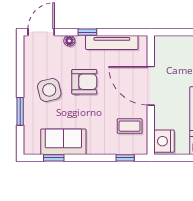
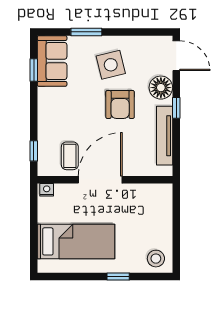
floor lamp: (69, 41) -> (161, 88), width x1.89, depth x1.89
door: (151, 86) -> (100, 180), moved
nightstand: (164, 141) -> (47, 190), width x0.53, depth x0.56
sofa: (63, 142) -> (52, 61), moved

